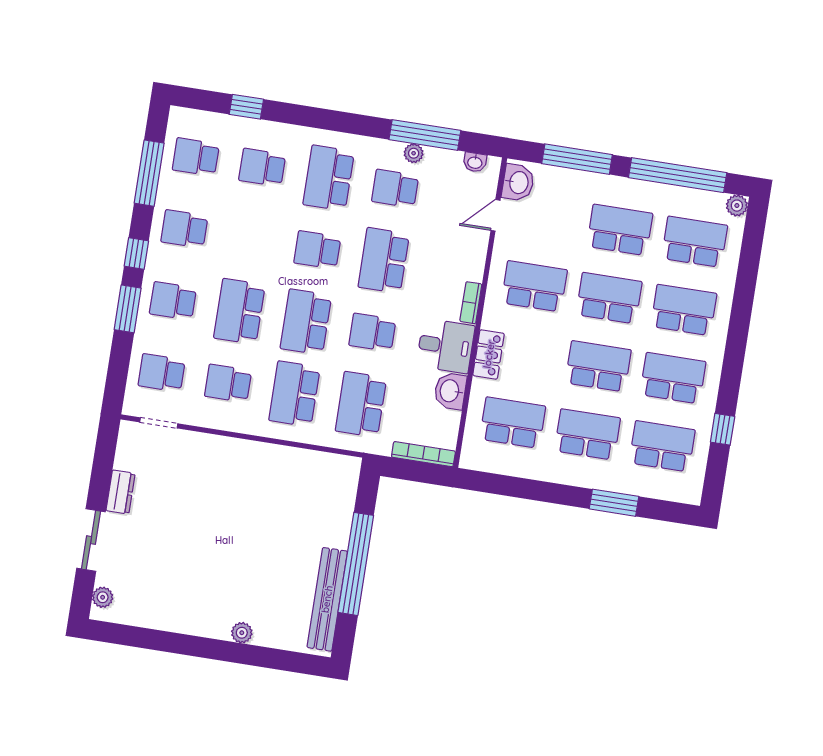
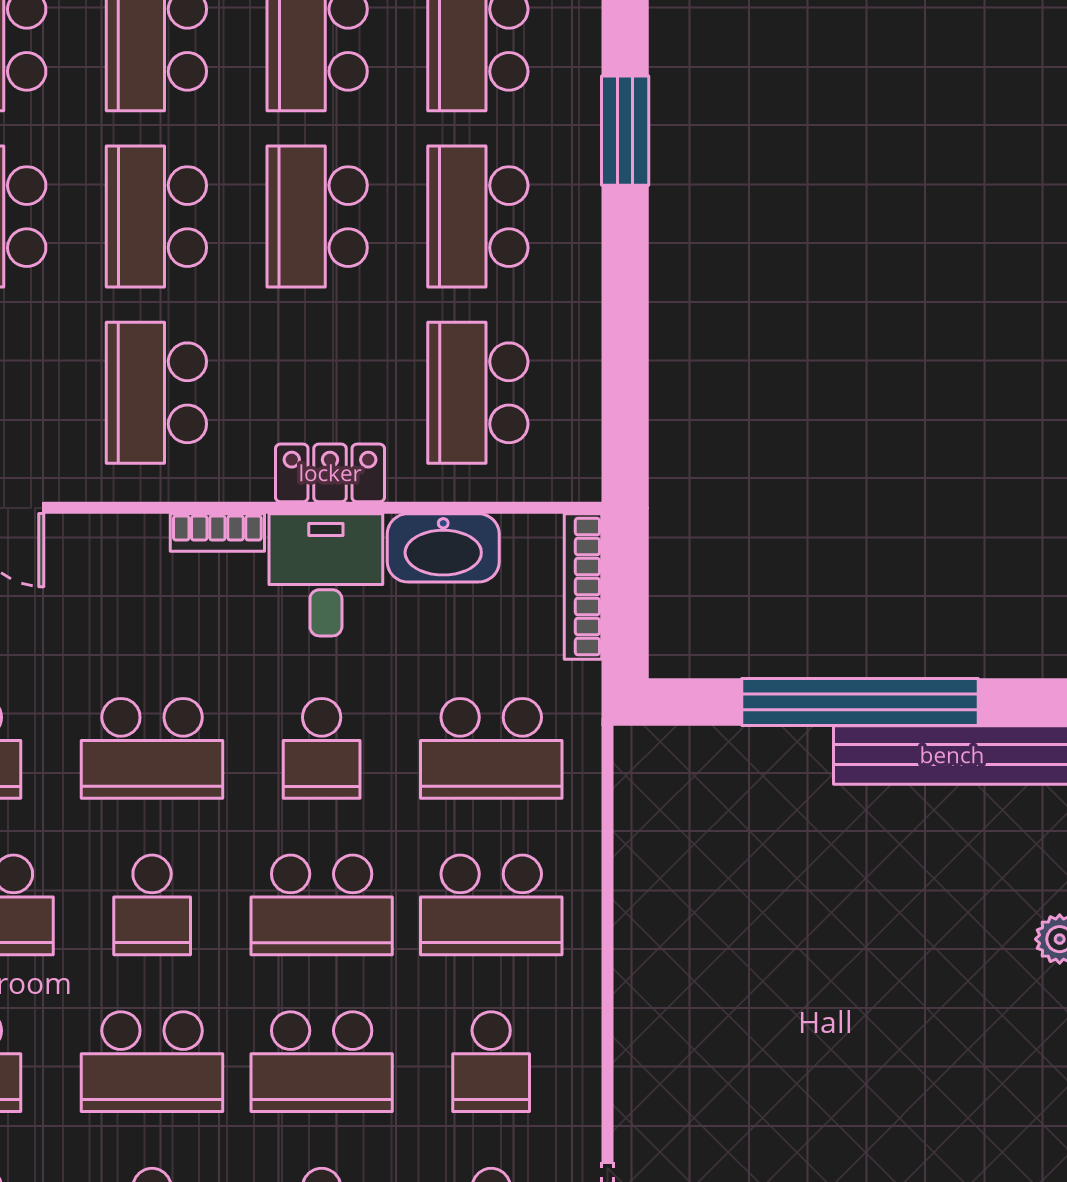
school desk: (251, 239) -> (152, 1062), added
washbasin: (450, 391) -> (443, 548), width x1.38

